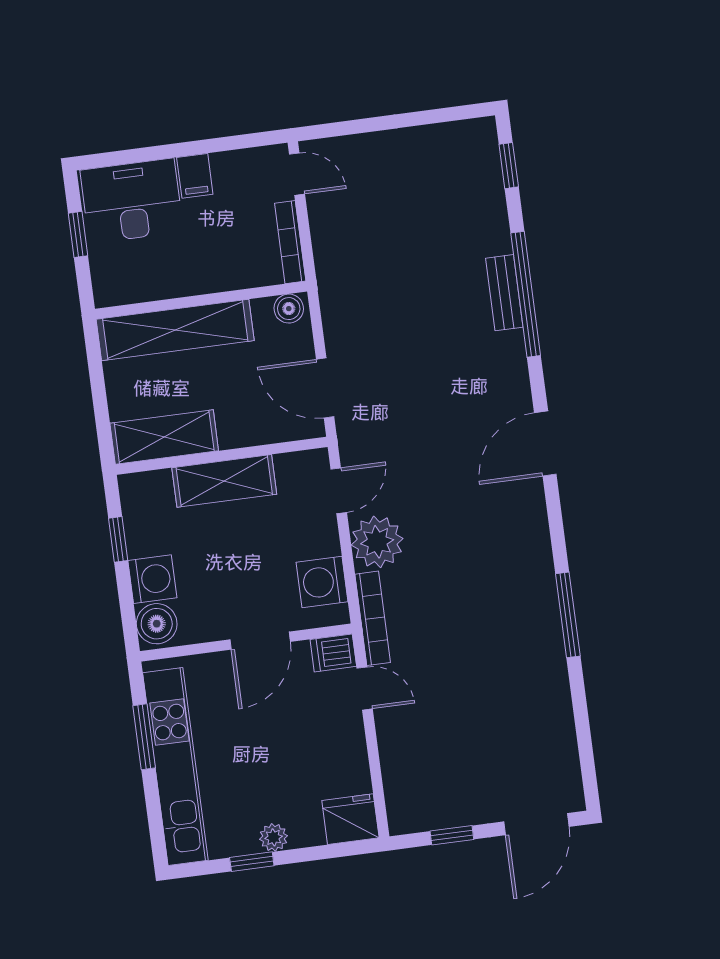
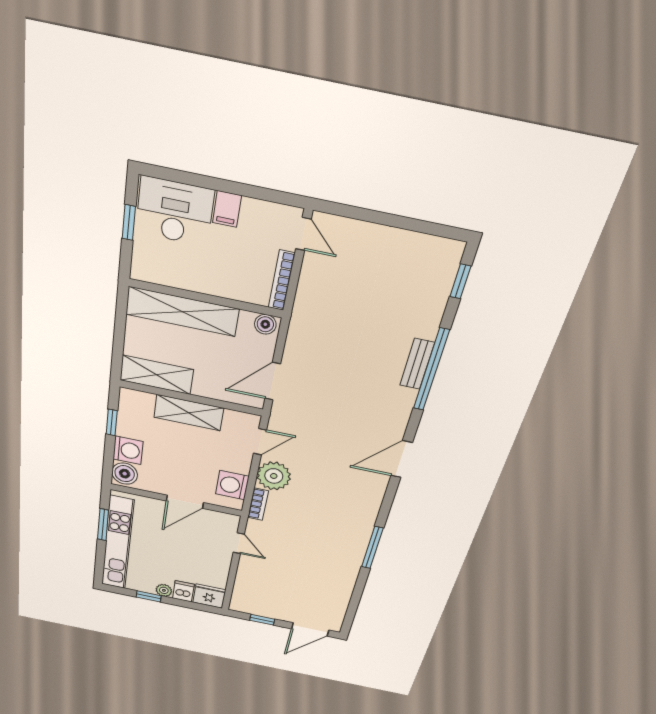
door: (325, 388) -> (273, 381), hinge flipped
bookcase: (373, 618) -> (258, 504), width x0.64
dishwasher: (333, 653) -> (183, 591), moved, turned 90

